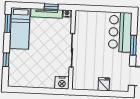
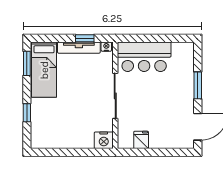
bar counter: (120, 32) -> (144, 57), moved, turned -90
fridge: (104, 84) -> (141, 140), moved

